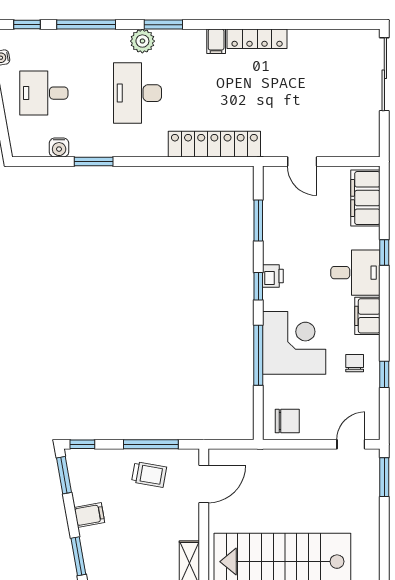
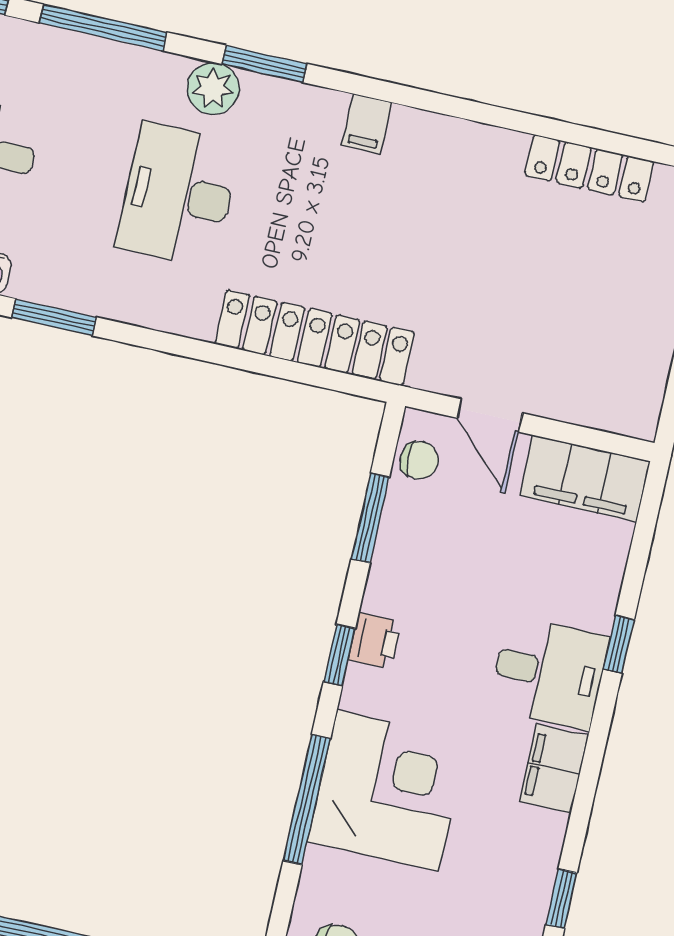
locker: (257, 39) -> (589, 168), moved
filing cabinet: (365, 198) -> (585, 478), moved, turned -90
chair: (355, 363) -> (419, 460), moved, turned 90

